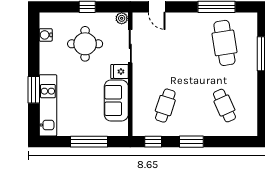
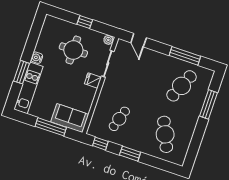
water cooler: (46, 35) -> (37, 58), moved
cafe table: (224, 43) -> (182, 86), turned 33
sofa: (116, 101) -> (70, 118), moved, turned 90
cafe table: (224, 106) -> (165, 134), width x1.37, depth x1.35

